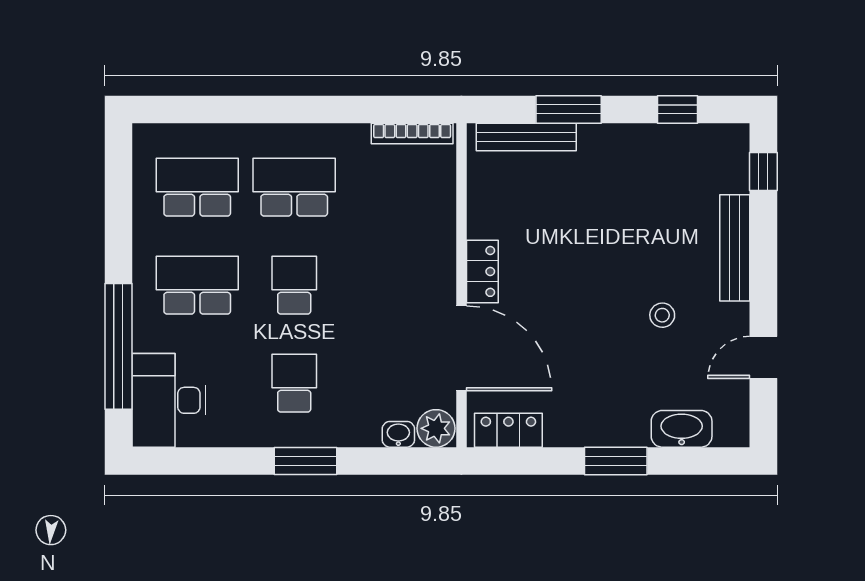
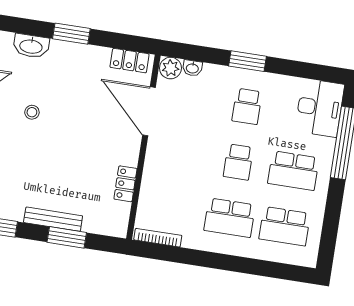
bench: (526, 137) -> (53, 219), moved
locker: (482, 271) -> (125, 184), moved

